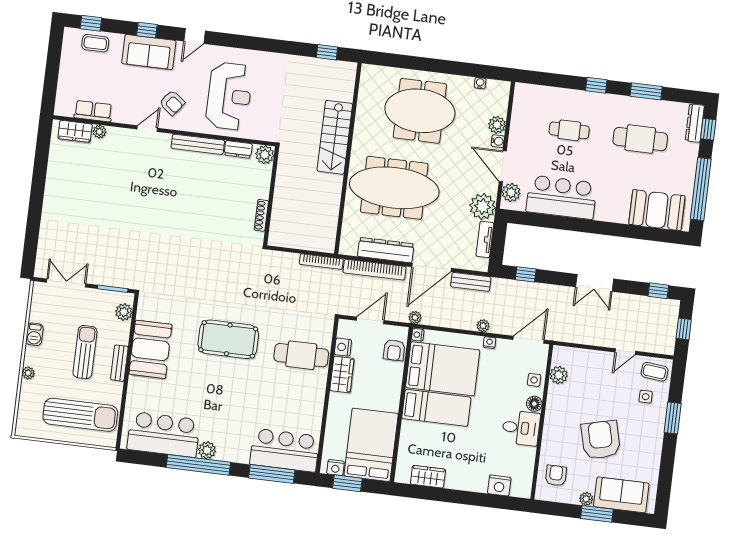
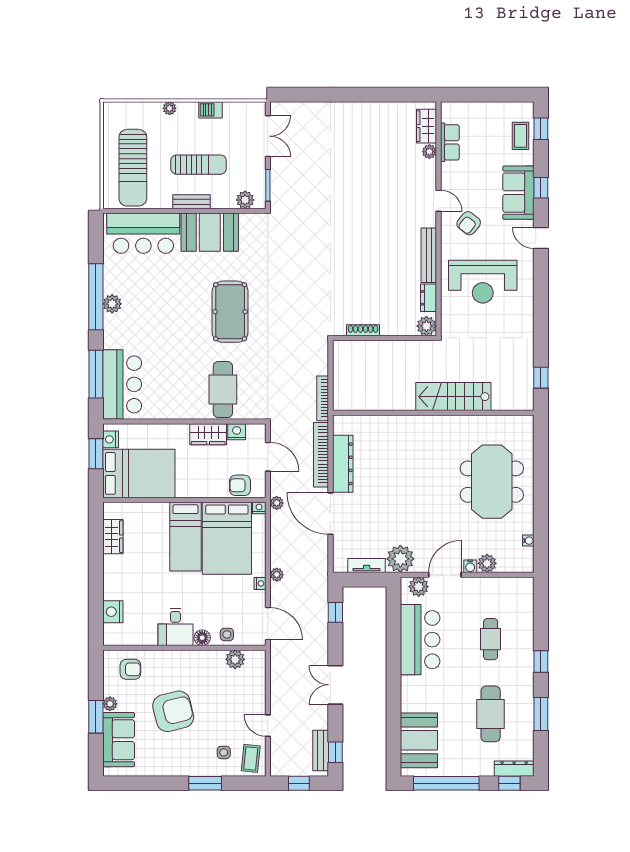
meeting table: (394, 188) -> (409, 465), removed
bench: (471, 282) -> (321, 751), moved
bar counter: (164, 434) -> (143, 233), moved, turned 90

